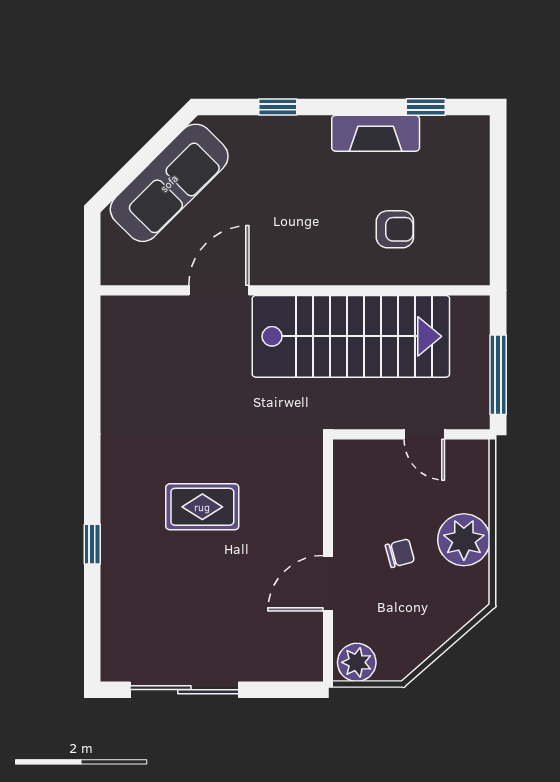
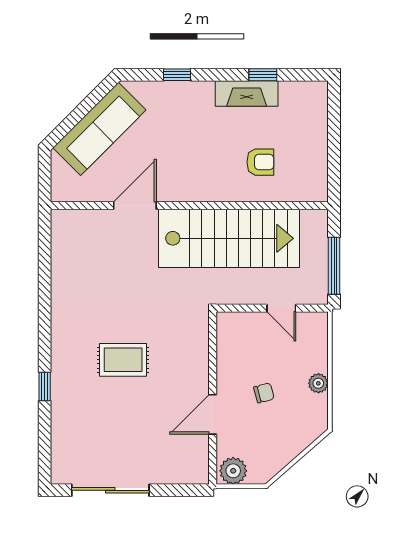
window: (426, 107) -> (263, 75), moved
plant: (464, 540) -> (318, 383), width x0.53, depth x0.53

